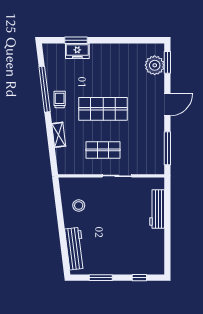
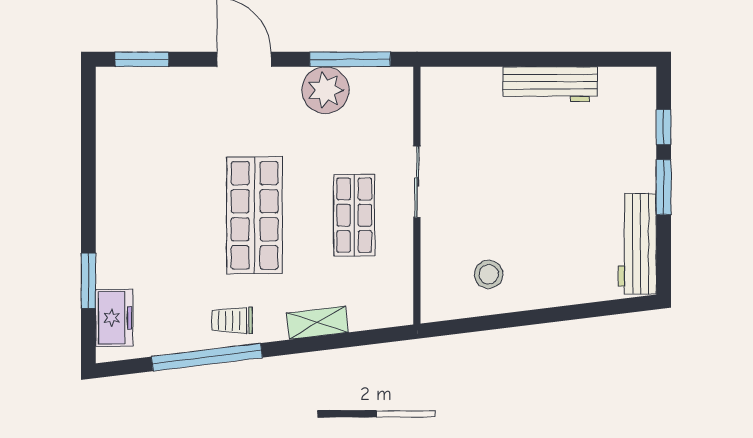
freezer: (77, 51) -> (114, 318), moved
plant: (155, 65) -> (325, 90), moved
workbench: (157, 209) -> (550, 84), moved
workbench: (75, 249) -> (637, 244), moved, turned -83
window: (101, 278) -> (664, 187), moved

